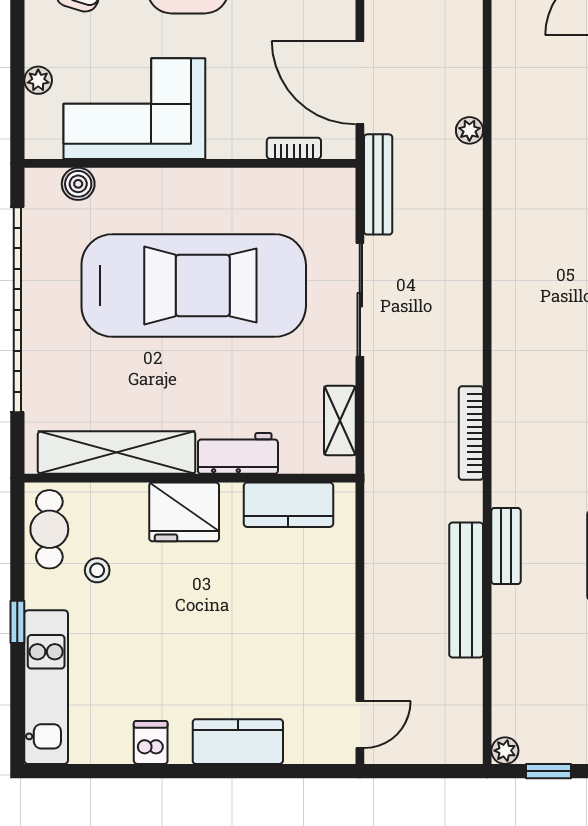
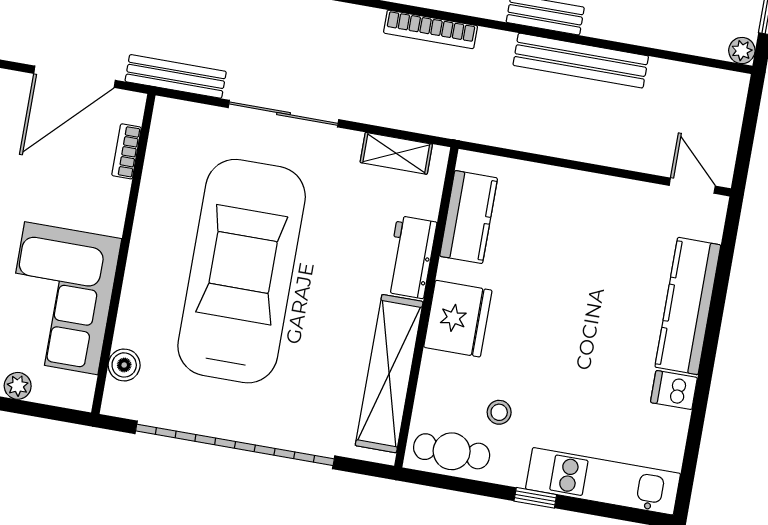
kitchen counter: (238, 742) -> (688, 306), width x1.50

